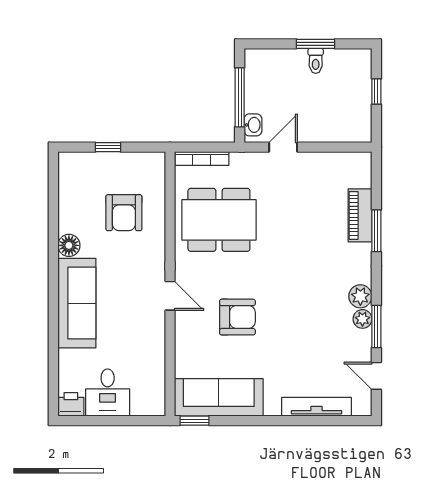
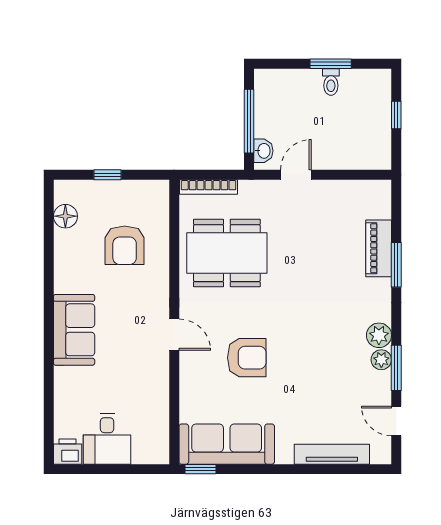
floor lamp: (69, 245) -> (65, 216), moved
sofa: (77, 303) -> (74, 330), width x0.73

